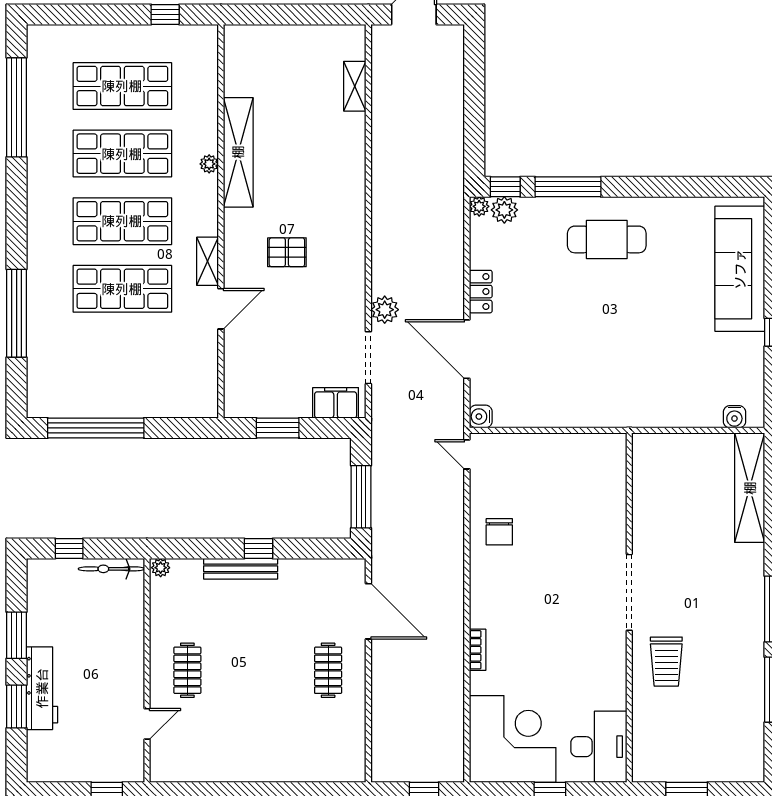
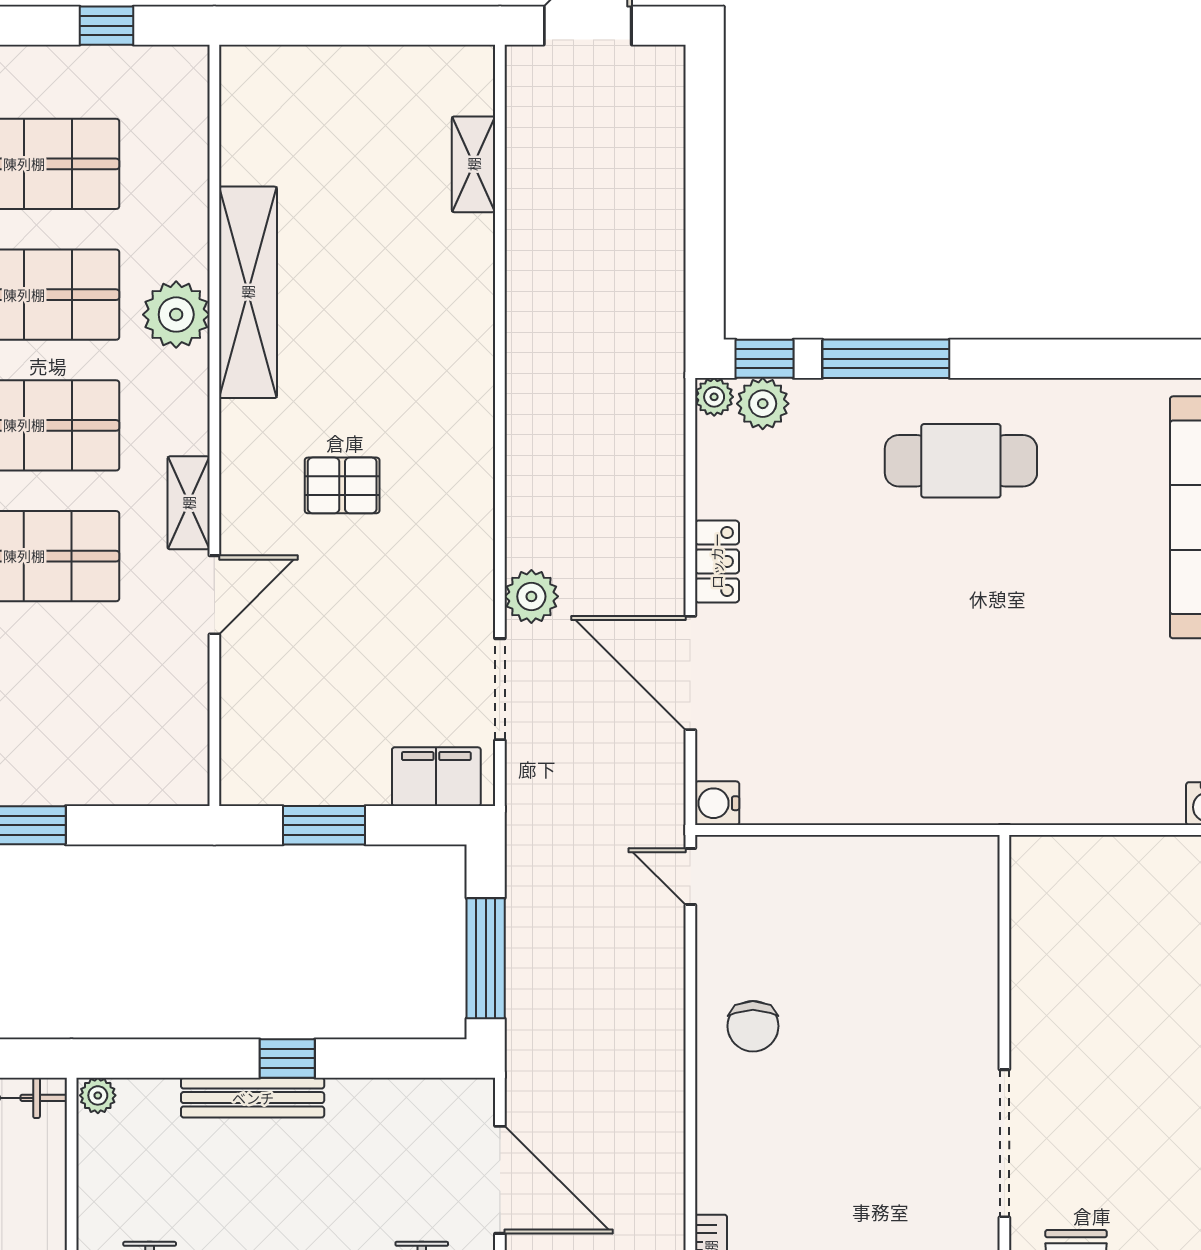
plant: (209, 164) -> (176, 315), width x1.87, depth x1.87

